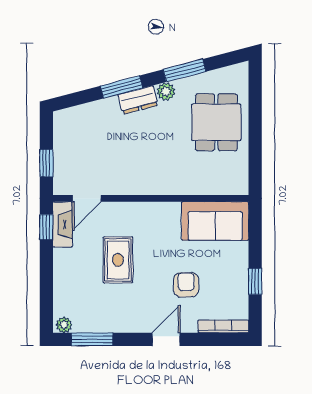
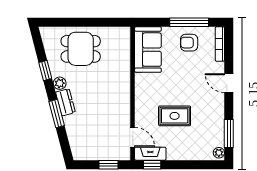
window: (185, 70) -> (45, 70), width x0.67
window: (255, 281) -> (189, 22), width x2.17
armchair: (186, 285) -> (189, 43), moved

